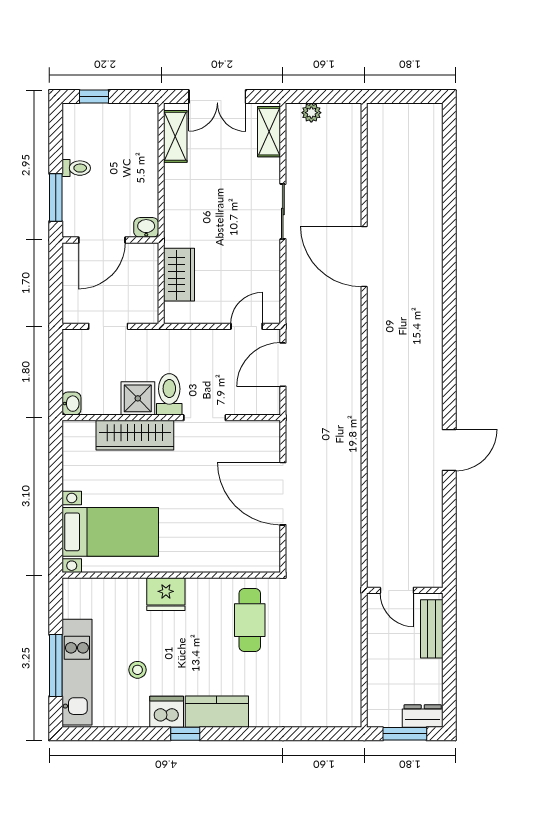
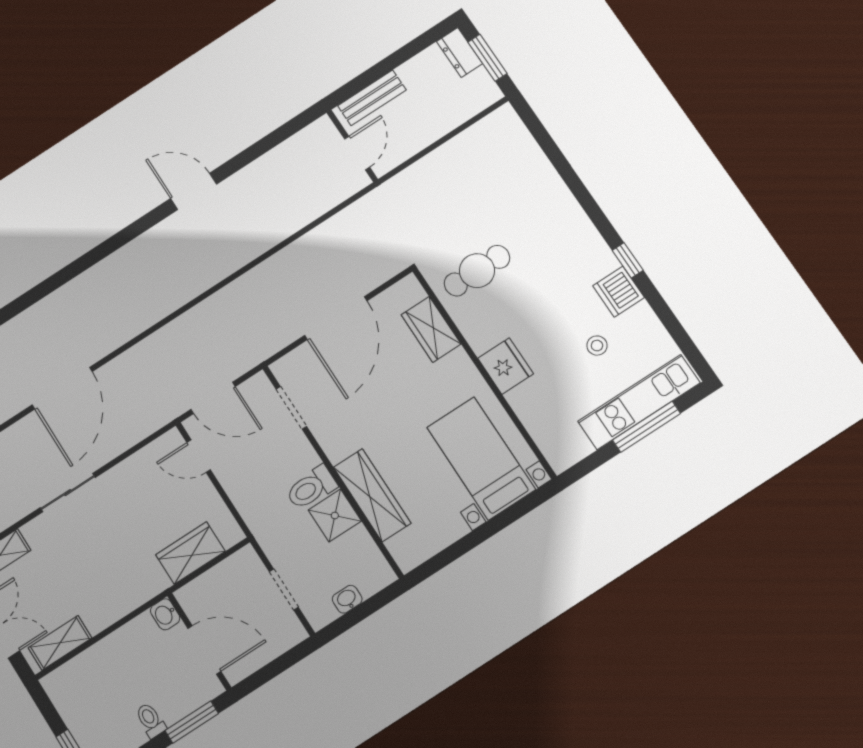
washbasin: (71, 404) -> (347, 599), moved
doorway: (205, 418) -> (291, 408), moved
wardrobe: (228, 558) -> (431, 329), added
kitchen counter: (217, 712) -> (586, 244), removed

